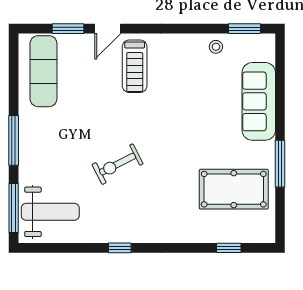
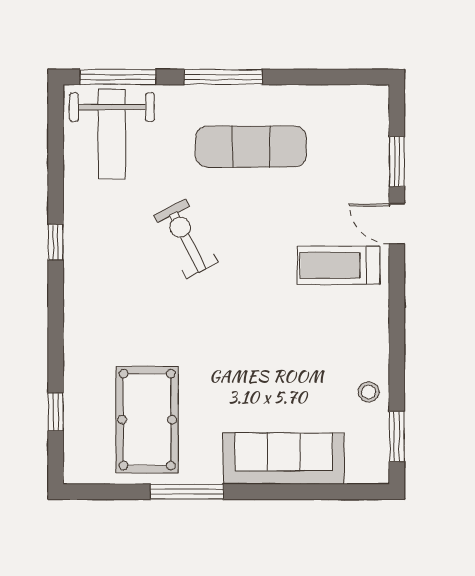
exercise mat: (43, 71) -> (251, 147), moved

